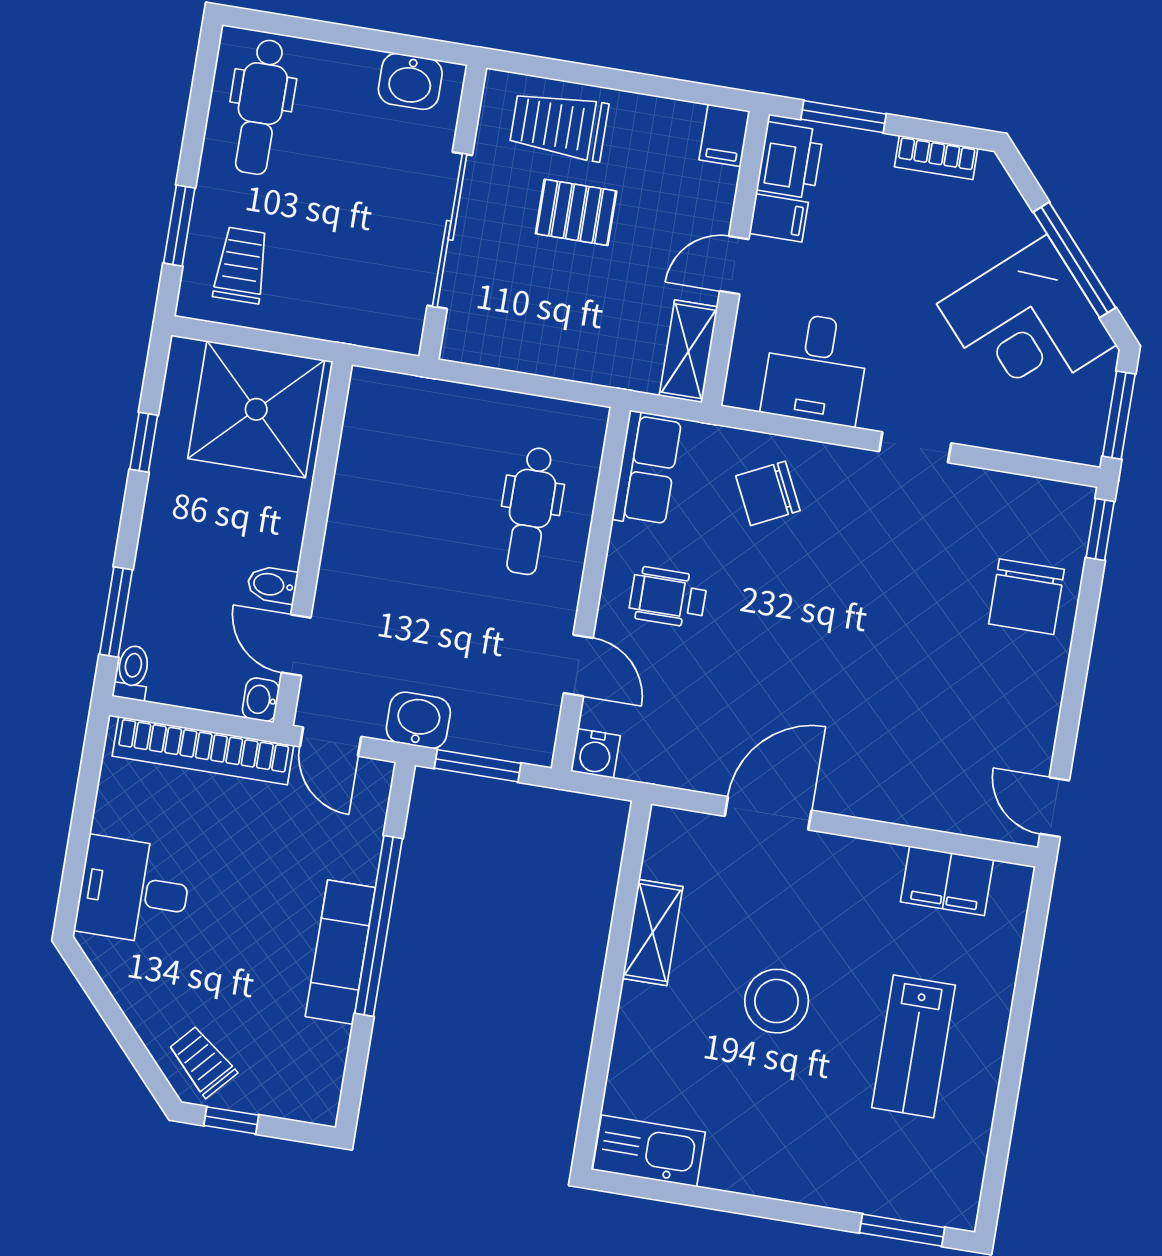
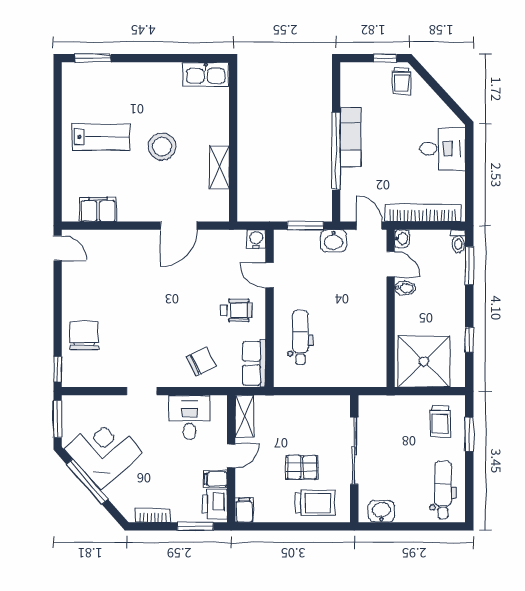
lab bench: (914, 1046) -> (101, 137), turned 90
trolley: (202, 1061) -> (401, 81), turned 48

